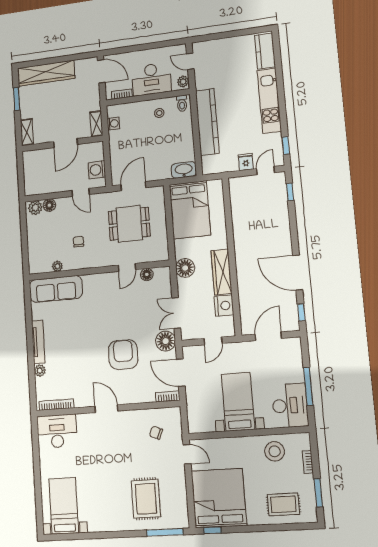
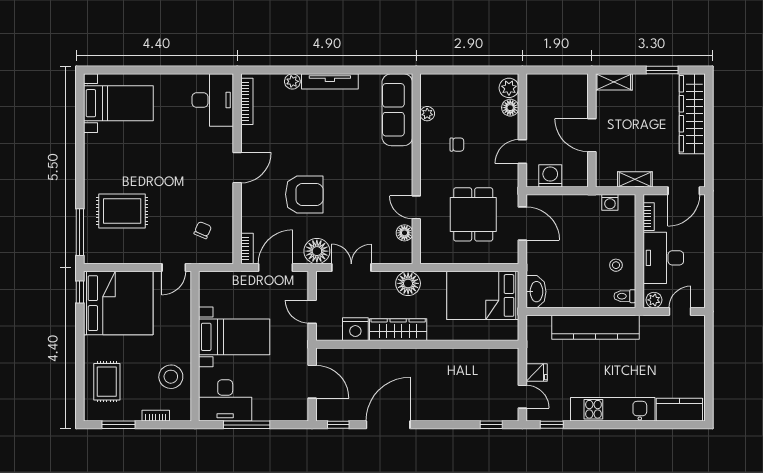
shelving: (96, 124) -> (635, 179), moved

